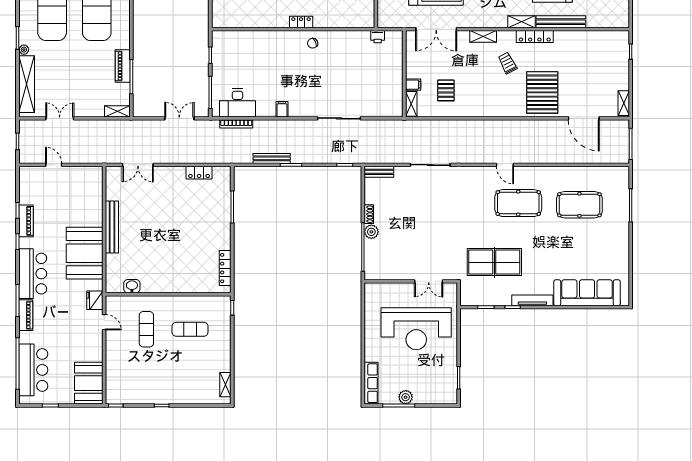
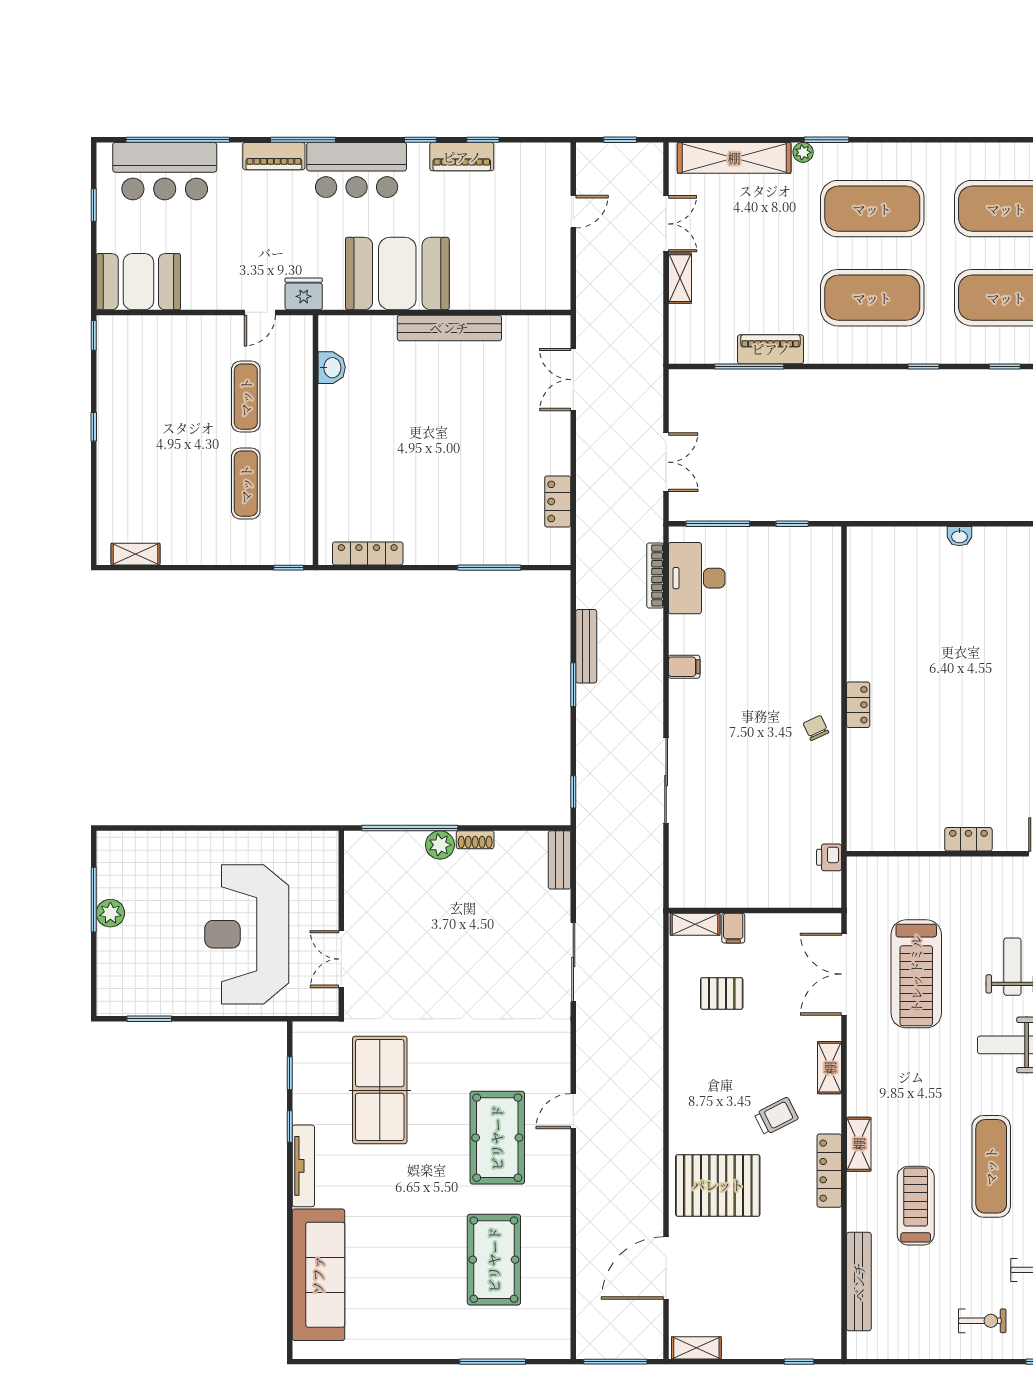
bench: (561, 22) -> (859, 1282), moved
shelving: (117, 111) -> (680, 278), moved
exercise mat: (146, 329) -> (246, 397), turned 90
row of seats: (371, 383) -> (138, 844), removed

